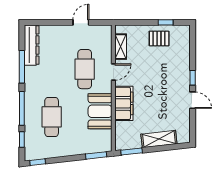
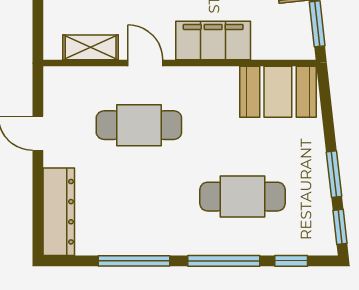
dresser: (32, 45) -> (59, 212), moved, turned 90
booth: (100, 111) -> (278, 92), moved
window: (96, 155) -> (334, 174), moved

